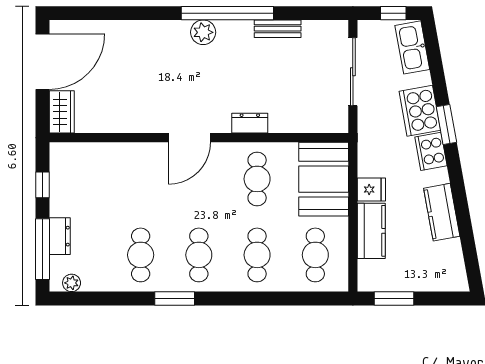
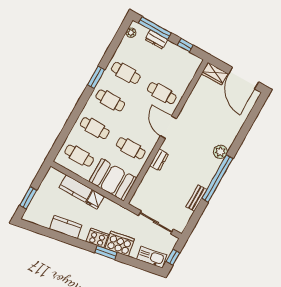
plant: (203, 32) -> (220, 152), moved
cafe table: (141, 179) -> (162, 93), added
window: (394, 299) -> (28, 198), moved

